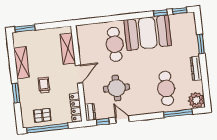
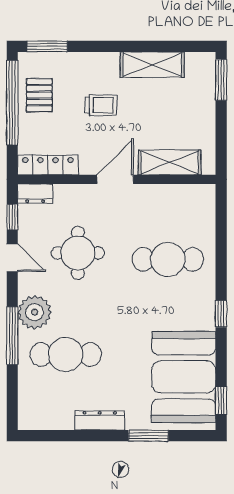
window: (160, 13) -> (221, 314), moved
booth: (148, 33) -> (184, 377), moved
door: (79, 74) -> (115, 179), swing flipped
window: (16, 93) -> (47, 46), moved
plant: (196, 100) -> (35, 312), moved
window: (178, 113) -> (12, 336), moved
door: (122, 119) -> (12, 258), hinge flipped

